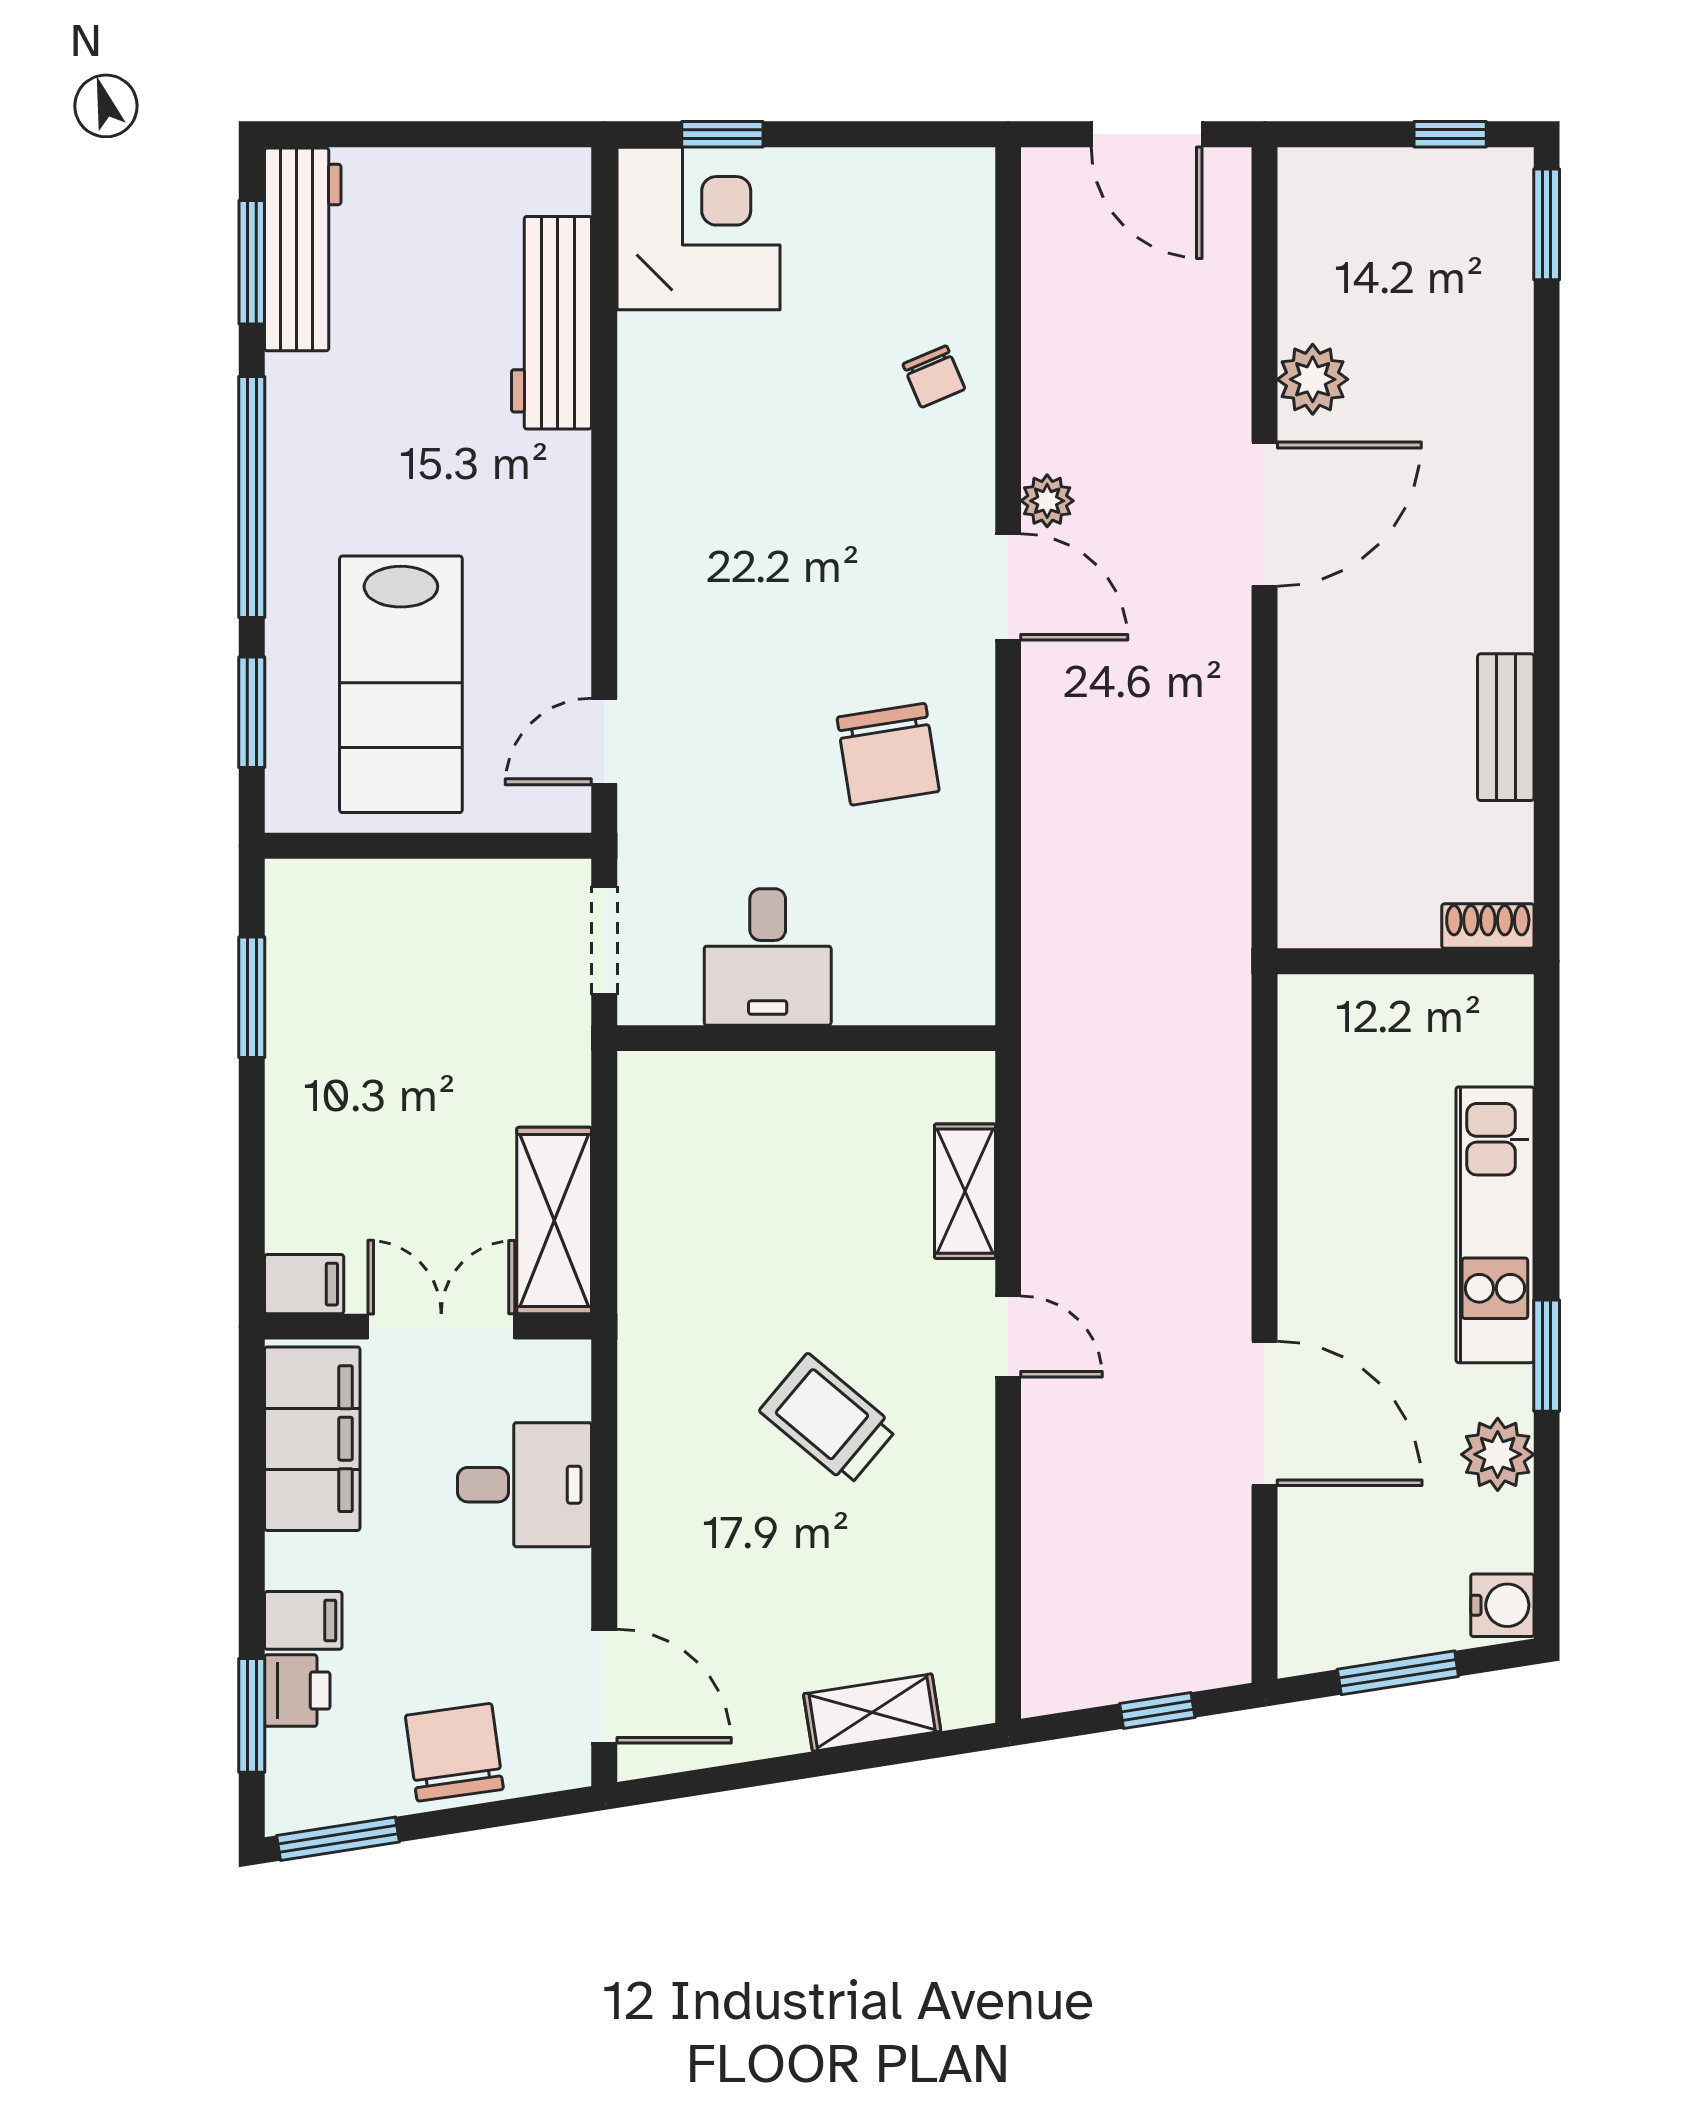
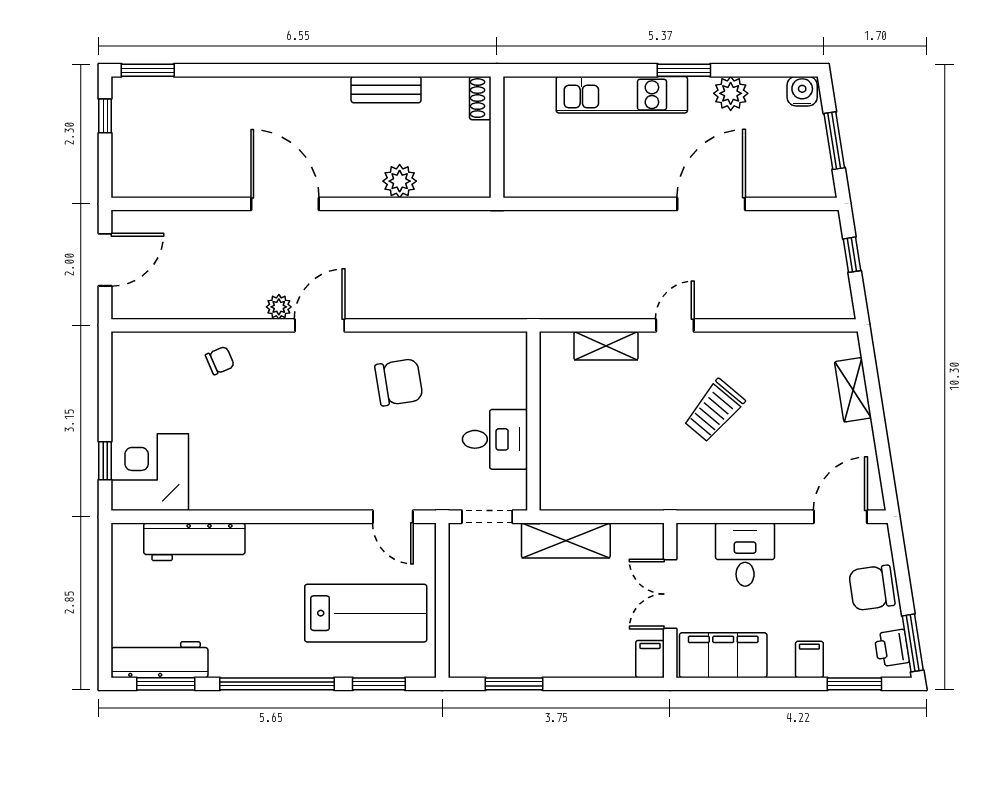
plant: (1313, 379) -> (400, 181), moved
shelving: (554, 1220) -> (566, 541), moved
printer: (297, 1691) -> (892, 648), moved, turned -99

